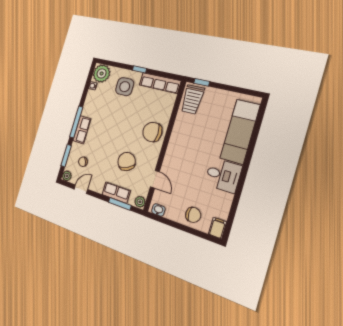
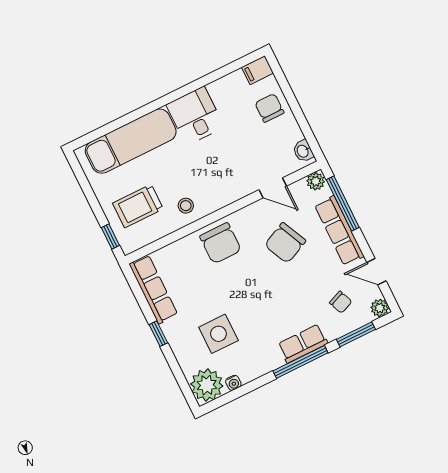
side table: (125, 87) -> (218, 334), moved
trolley: (192, 99) -> (138, 206), moved, turned 180
stool: (184, 131) -> (186, 206), added
door: (155, 179) -> (273, 188), swing flipped
row of seats: (116, 193) -> (339, 231), width x1.48
window: (120, 204) -> (343, 204), width x1.44

